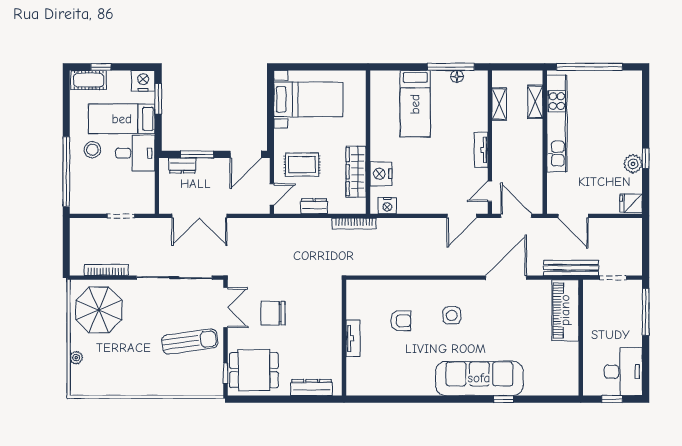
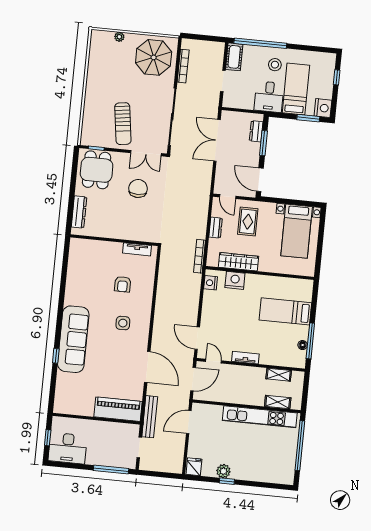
cot: (89, 80) -> (234, 57), moved
tv unit: (353, 338) -> (137, 249), moved

